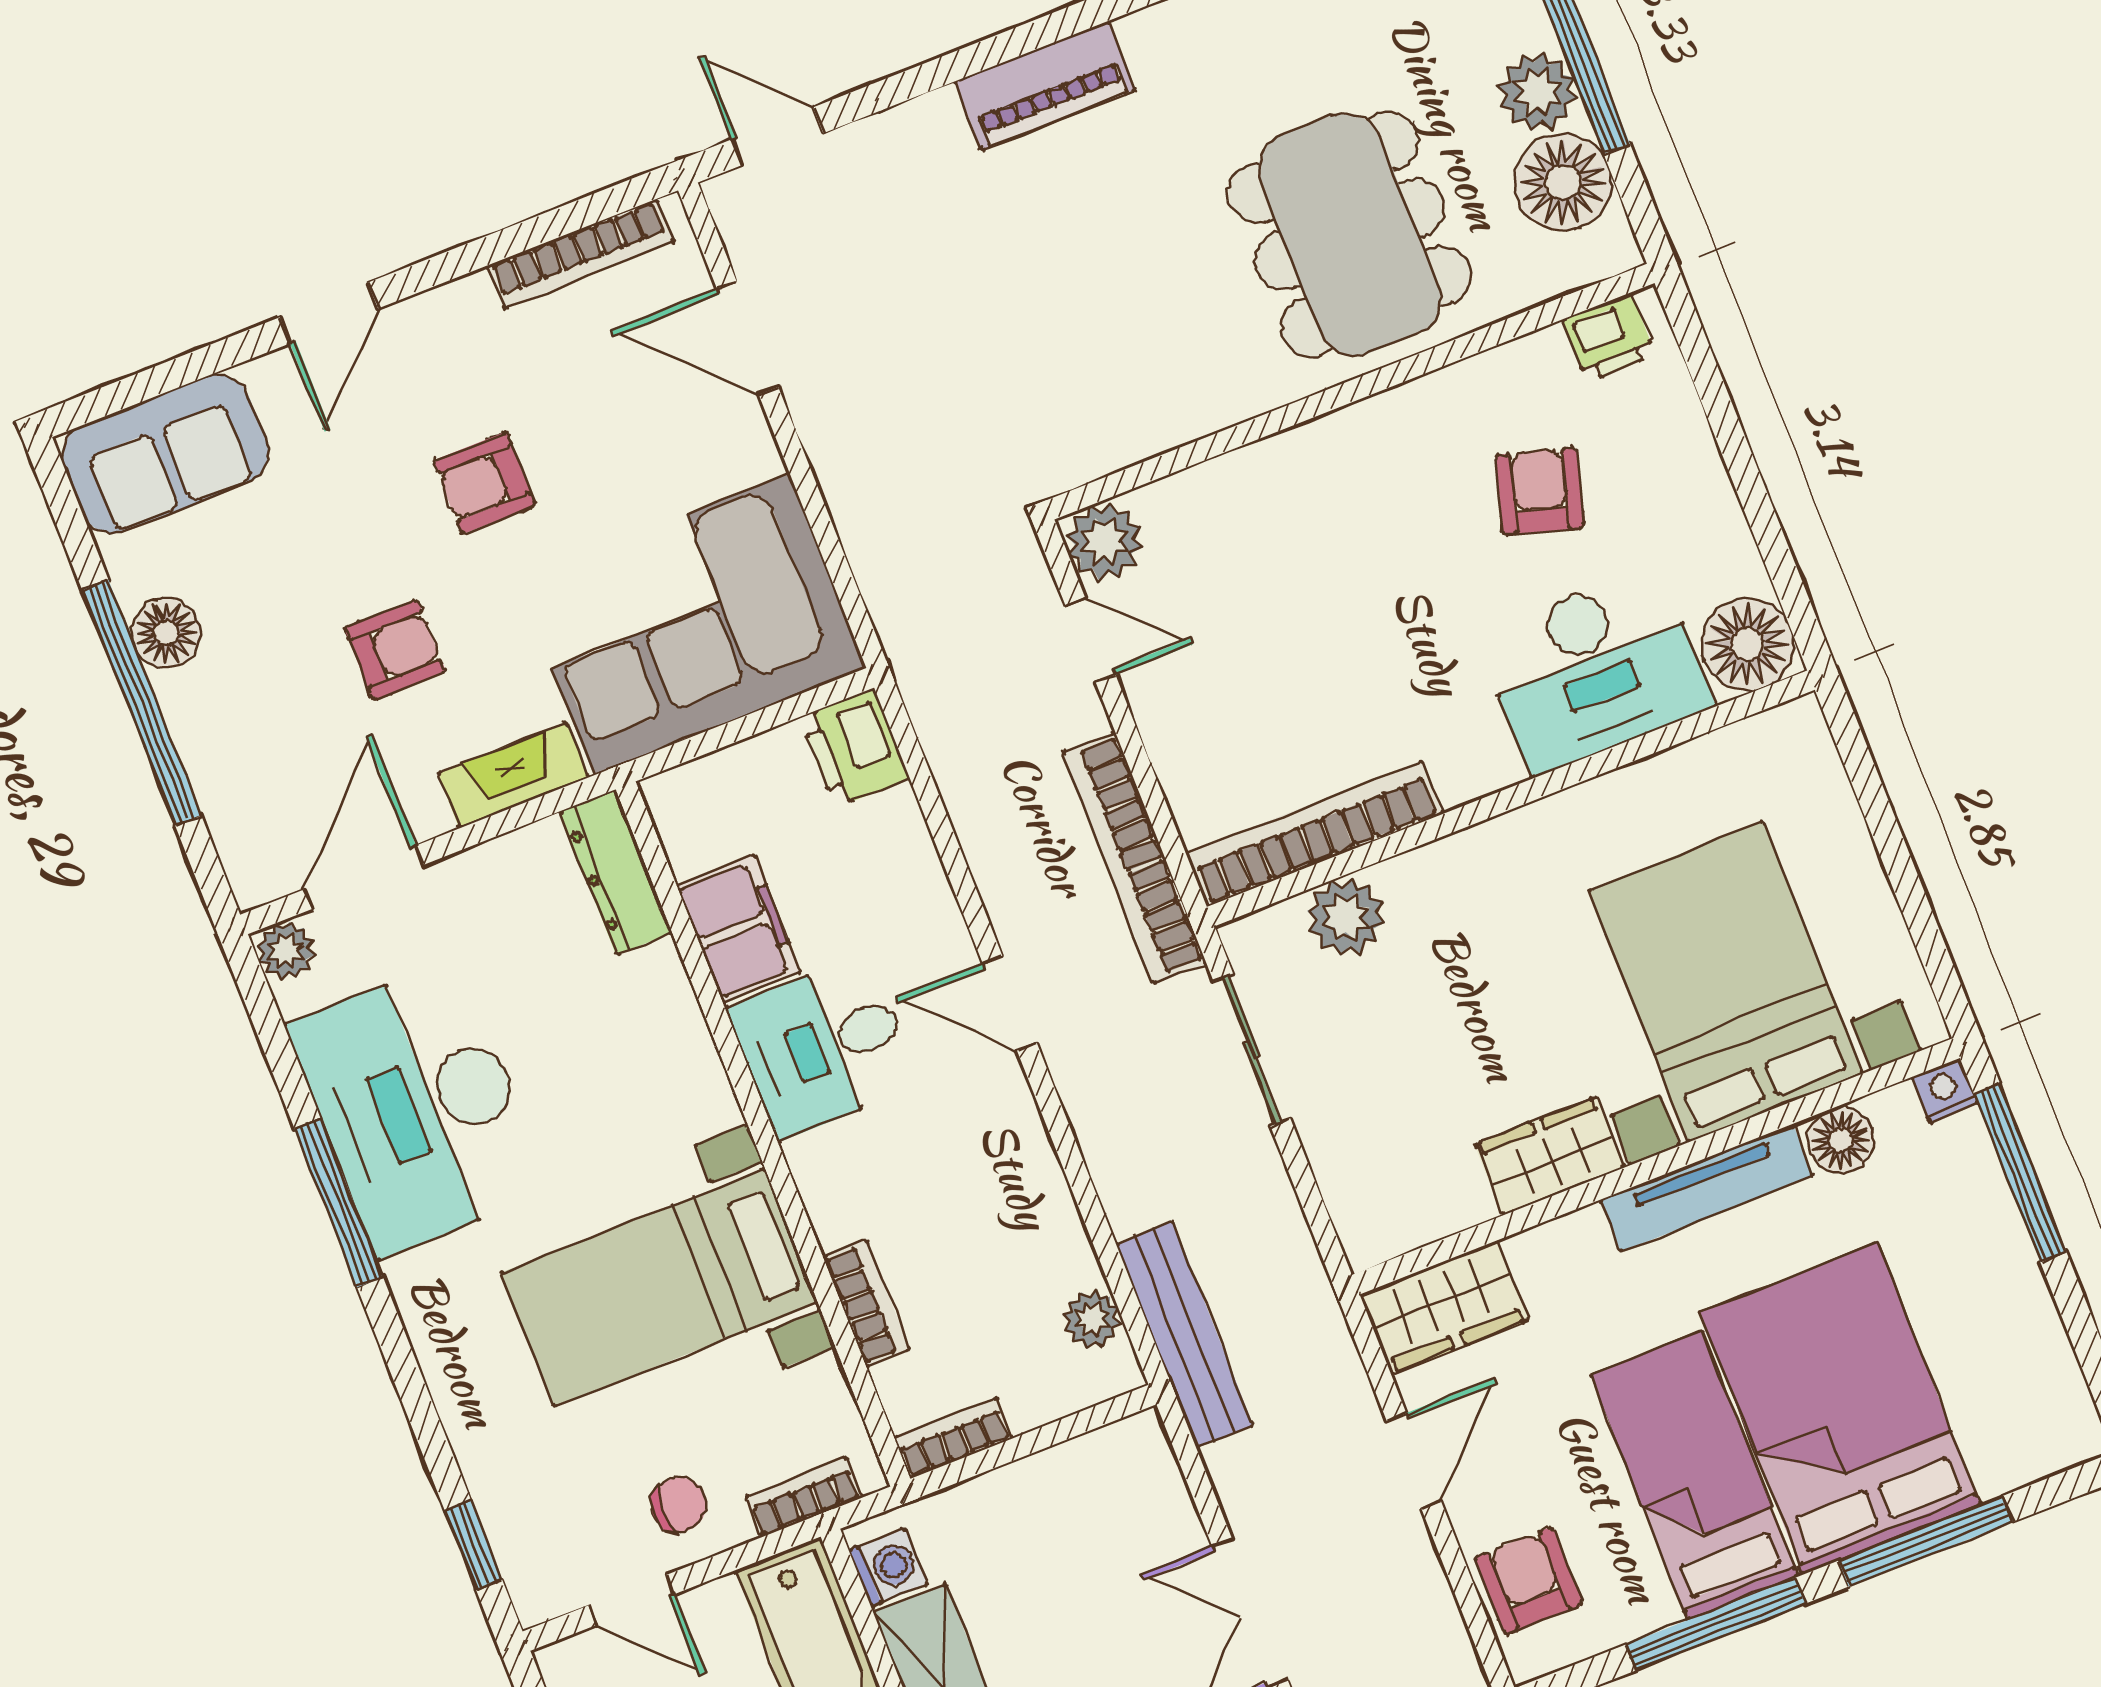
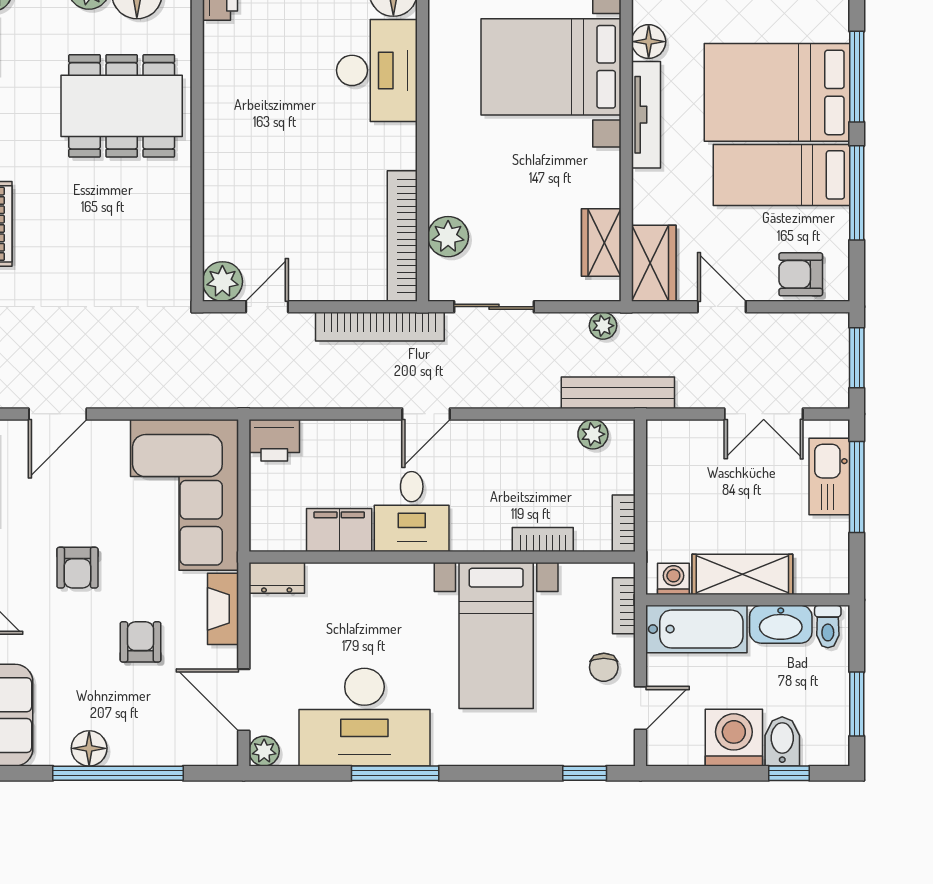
armchair: (1540, 491) -> (281, 63), removed
dresser: (616, 872) -> (277, 578), width x0.70
wardrobe: (1550, 1156) -> (601, 242), moved
plant: (1295, 1260) -> (603, 326), added
chair: (679, 1505) -> (604, 667), turned 180

